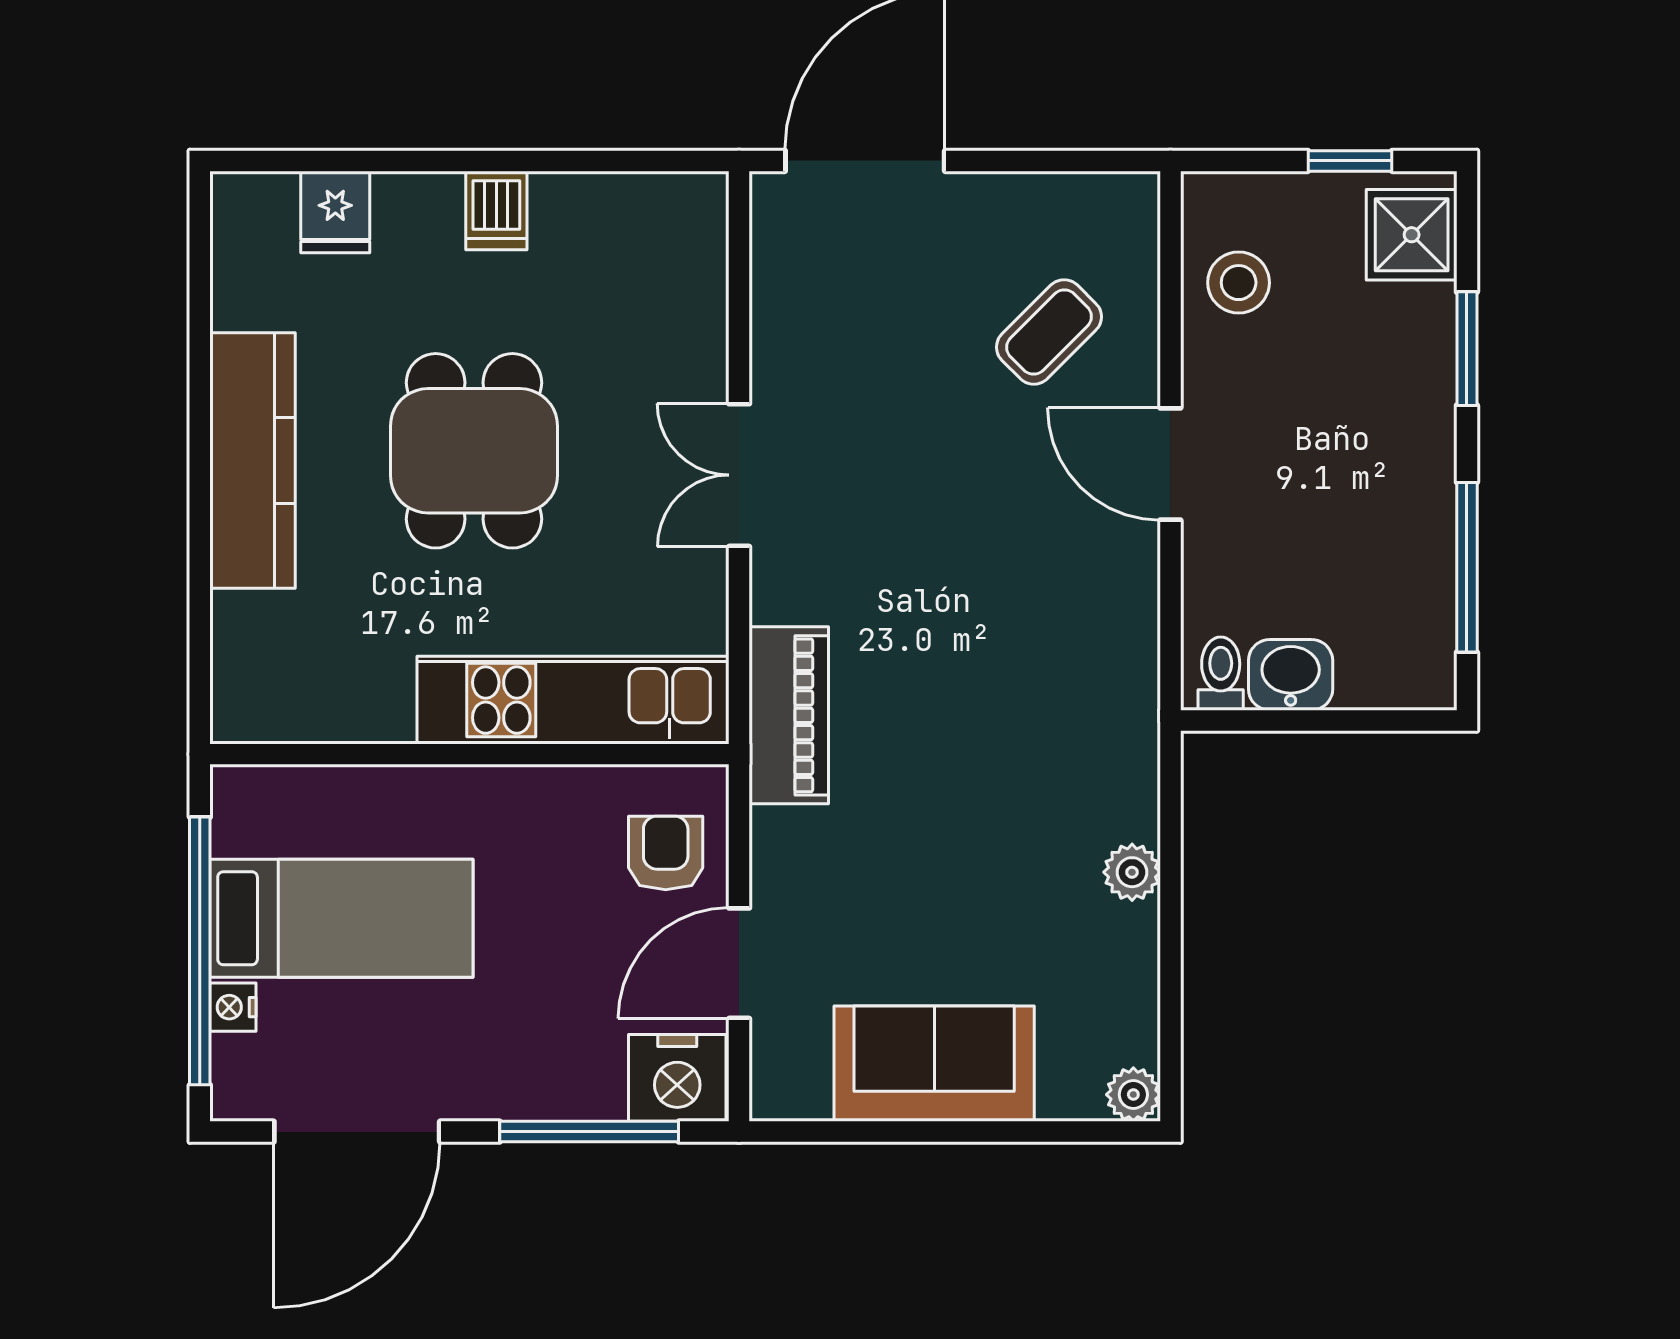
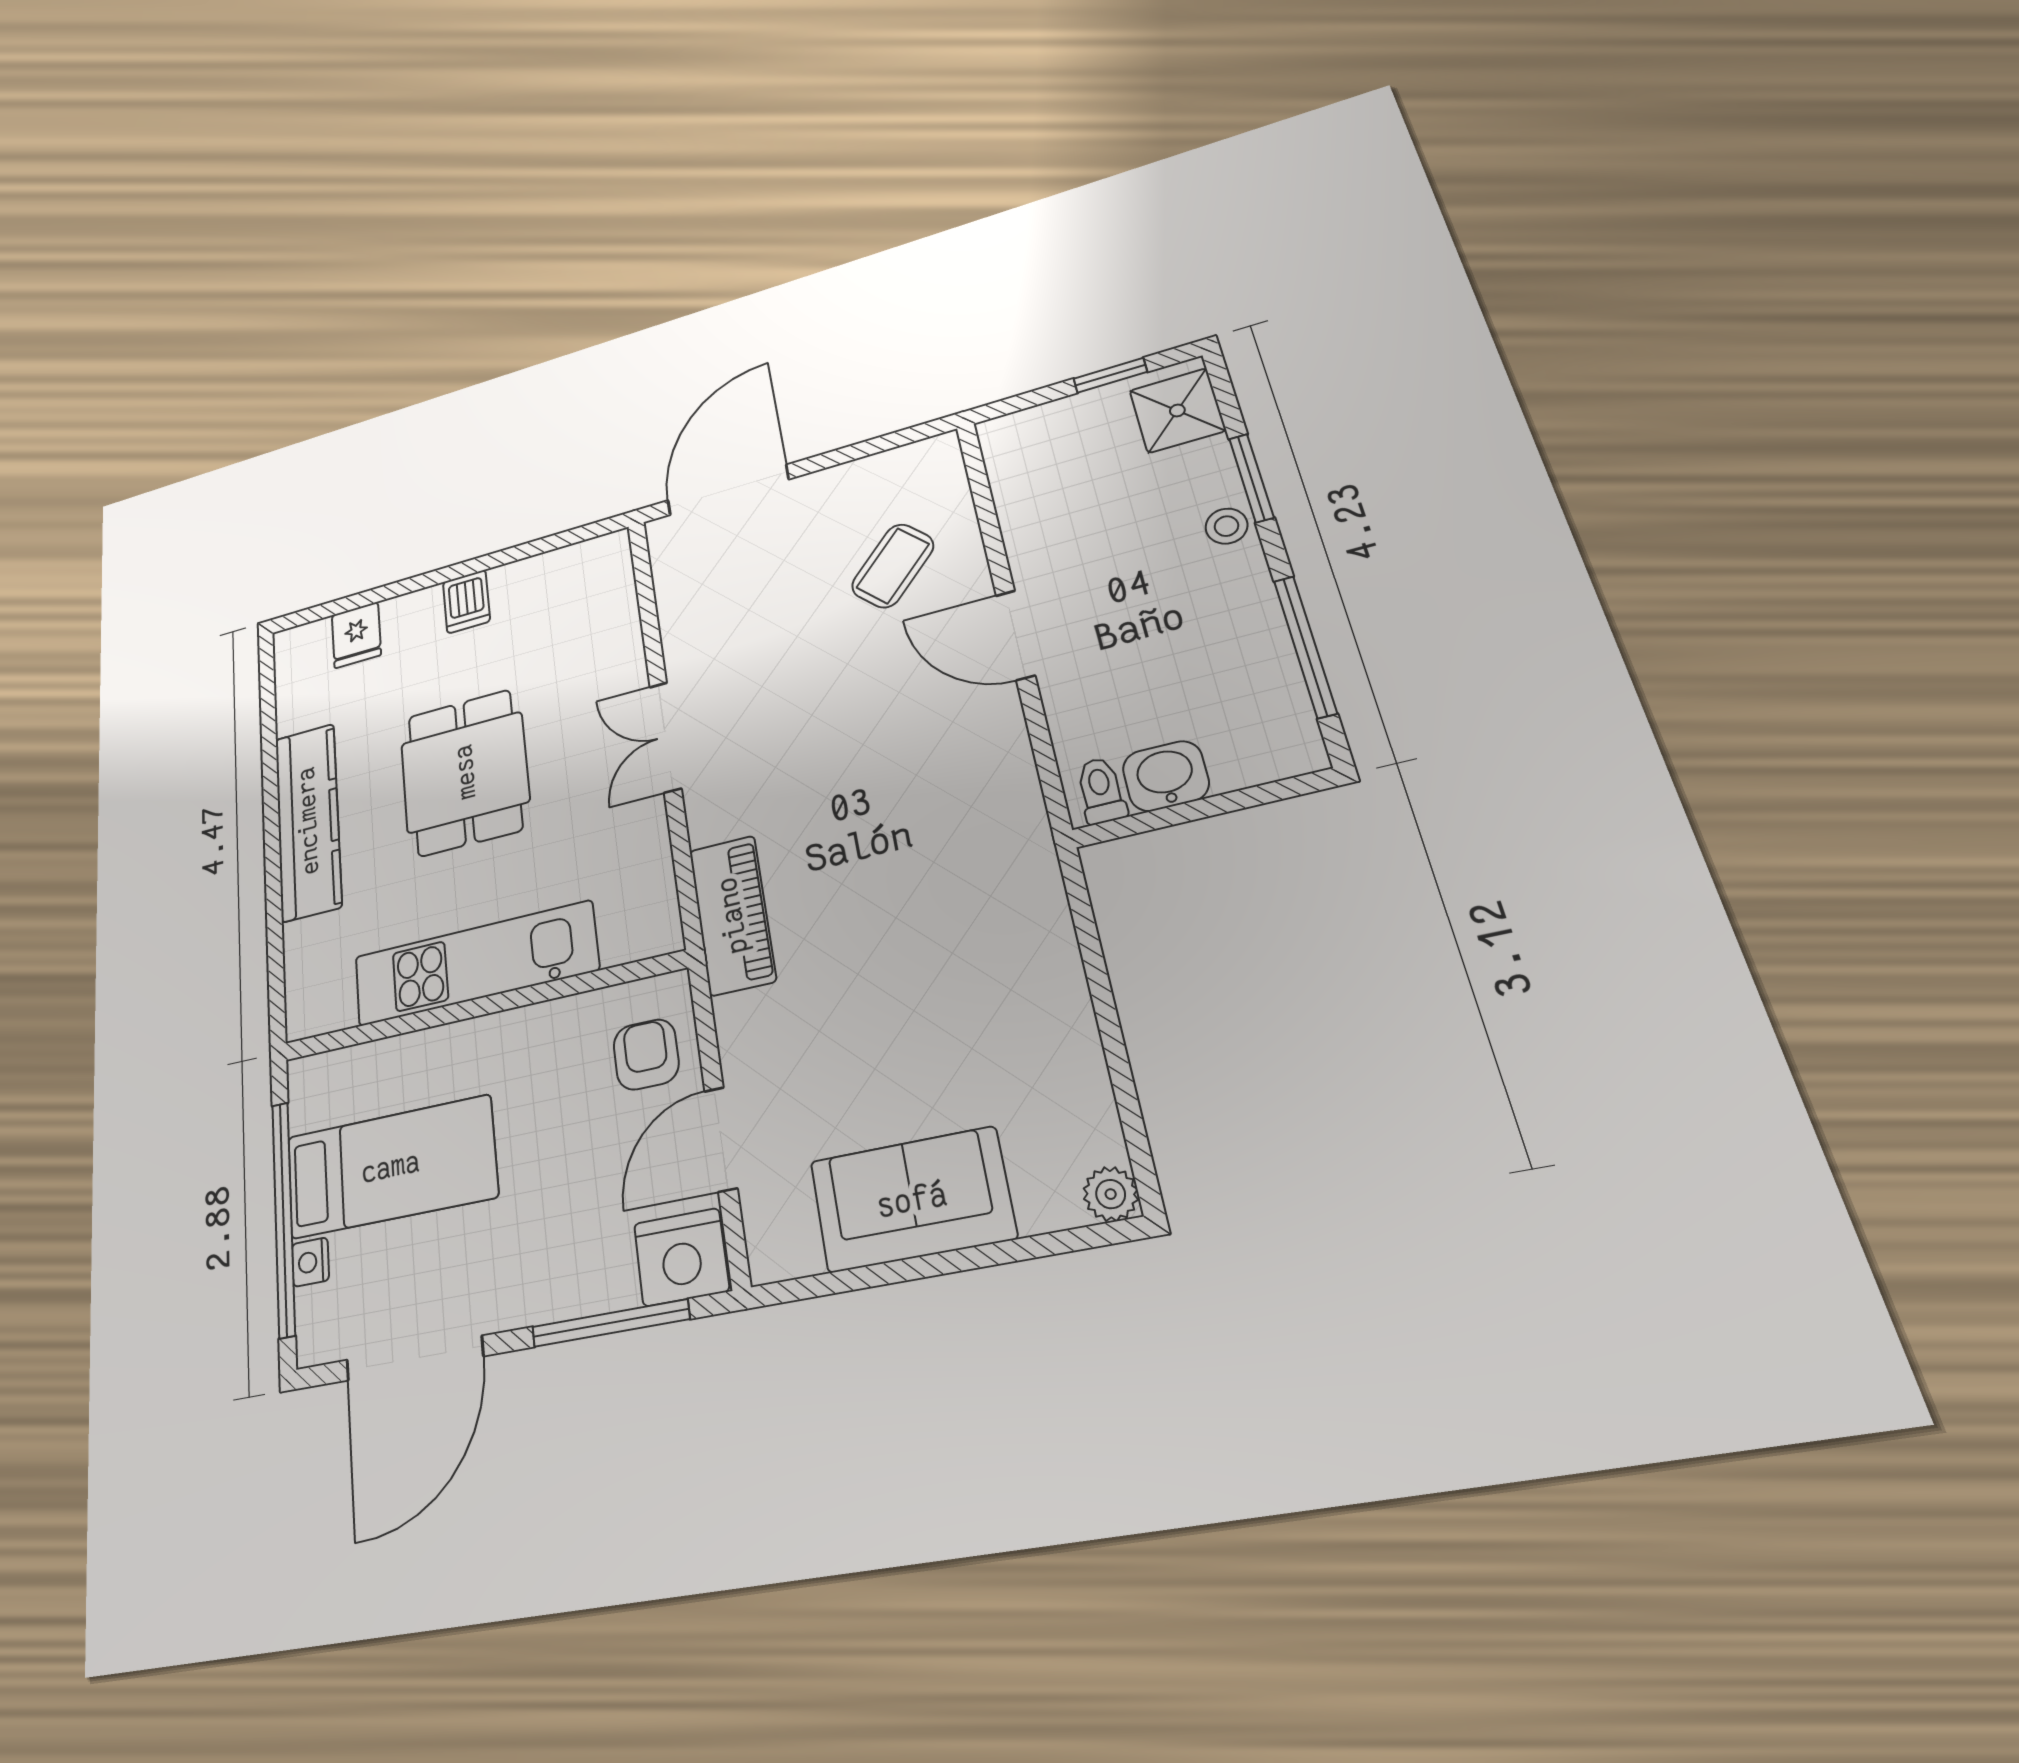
stool: (1239, 283) -> (1226, 526), moved, width x0.73, depth x0.73
kitchen unit: (573, 700) -> (475, 963), moved
plant: (1132, 872) -> (1060, 982), removed

